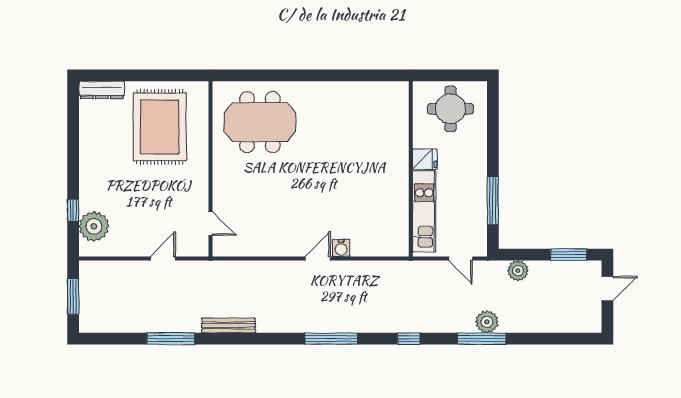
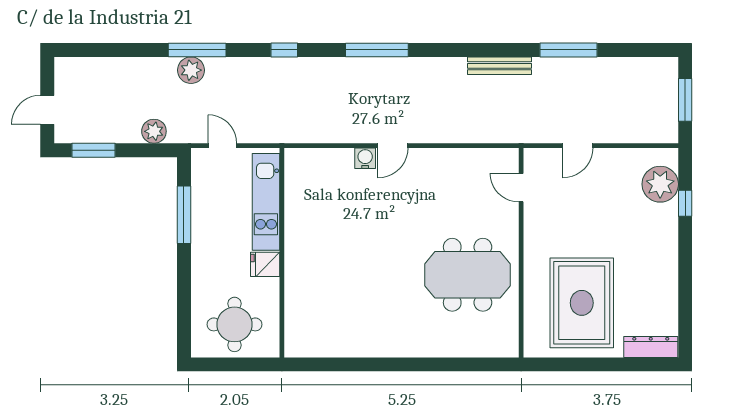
meeting table: (260, 122) -> (468, 275), moved

